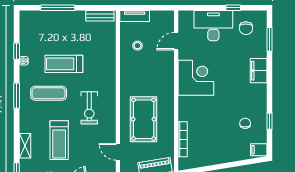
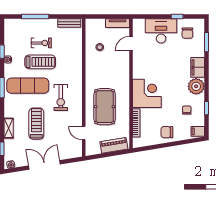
tv unit: (135, 16) -> (117, 23), moved
exercise bike: (65, 40) -> (41, 43), added
treadmill: (64, 64) -> (40, 62), turned 180
corner desk: (196, 78) -> (147, 93), moved
exercise mat: (49, 93) -> (28, 86), width x1.36, depth x1.45
plant: (257, 94) -> (196, 86), added
treadmill: (59, 140) -> (36, 124), turned 180
chair: (221, 151) -> (167, 132), added

